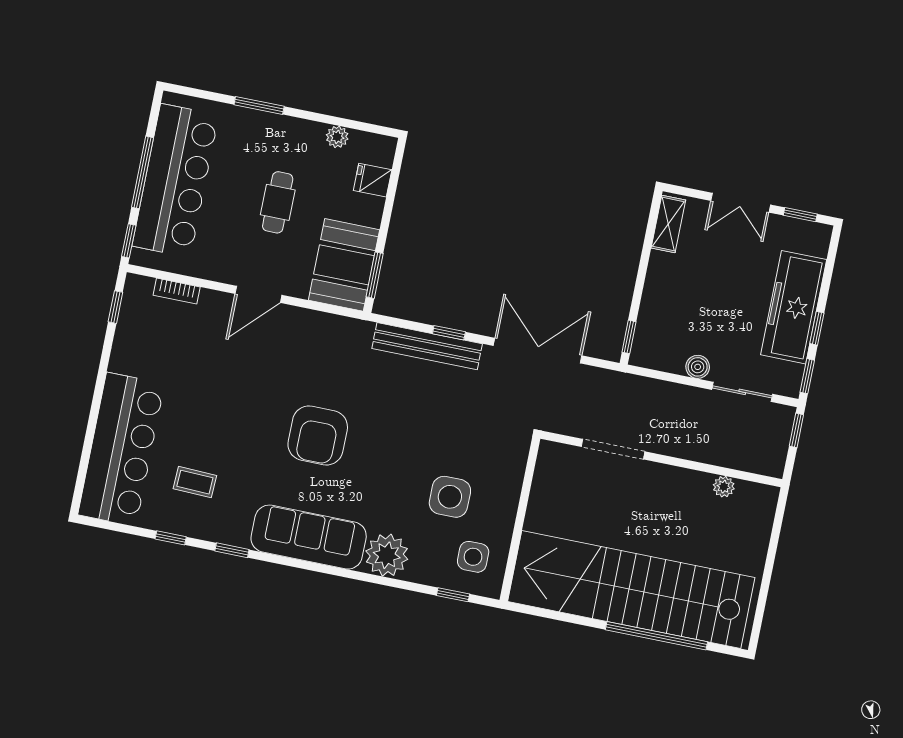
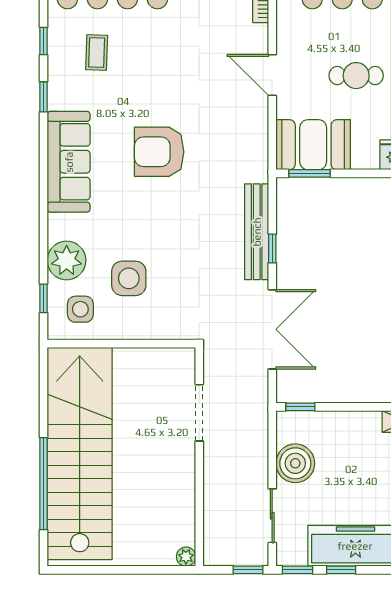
boiler: (698, 367) -> (295, 463), width x1.86, depth x1.86
plant: (724, 487) -> (186, 557), moved
plant: (387, 555) -> (67, 260), moved

